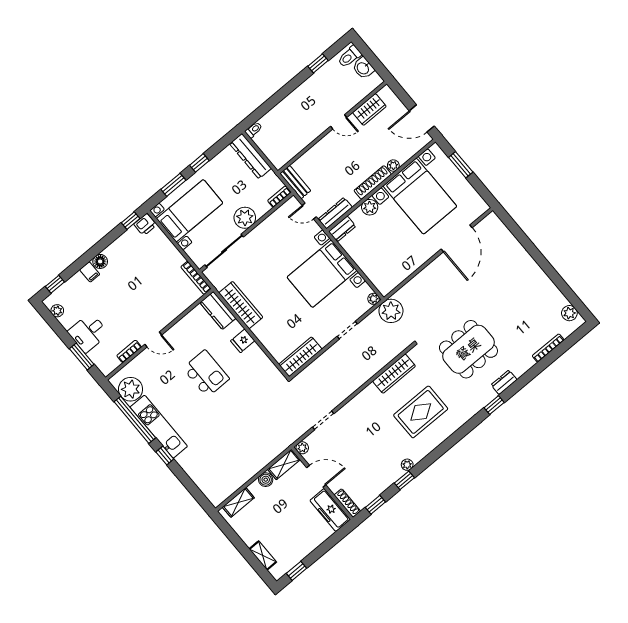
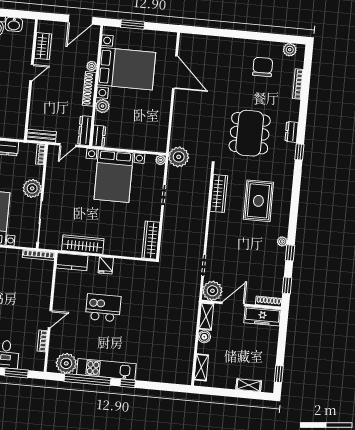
chair: (533, 305) -> (263, 67), added
plant: (302, 448) -> (212, 291), width x1.88, depth x1.88

